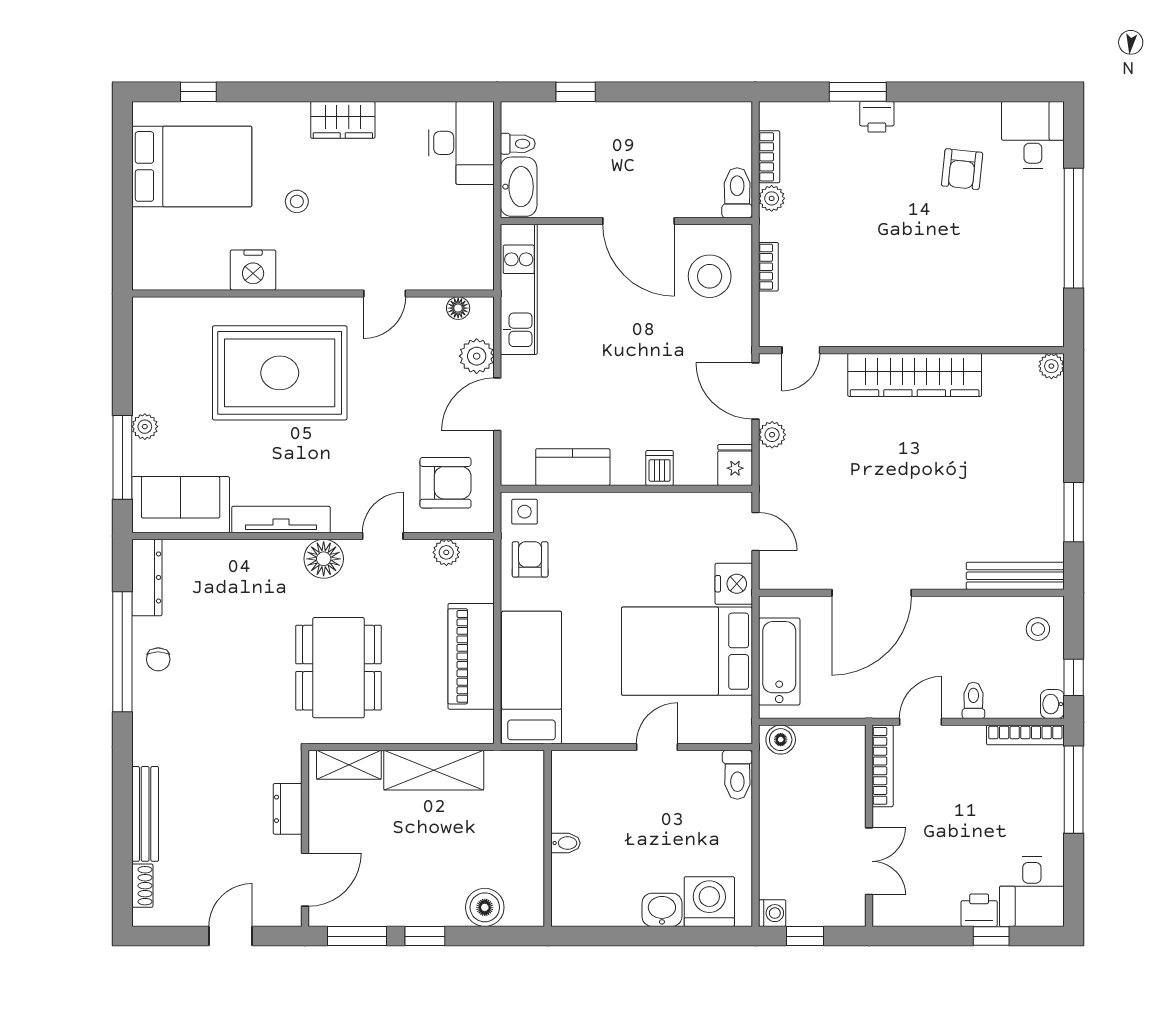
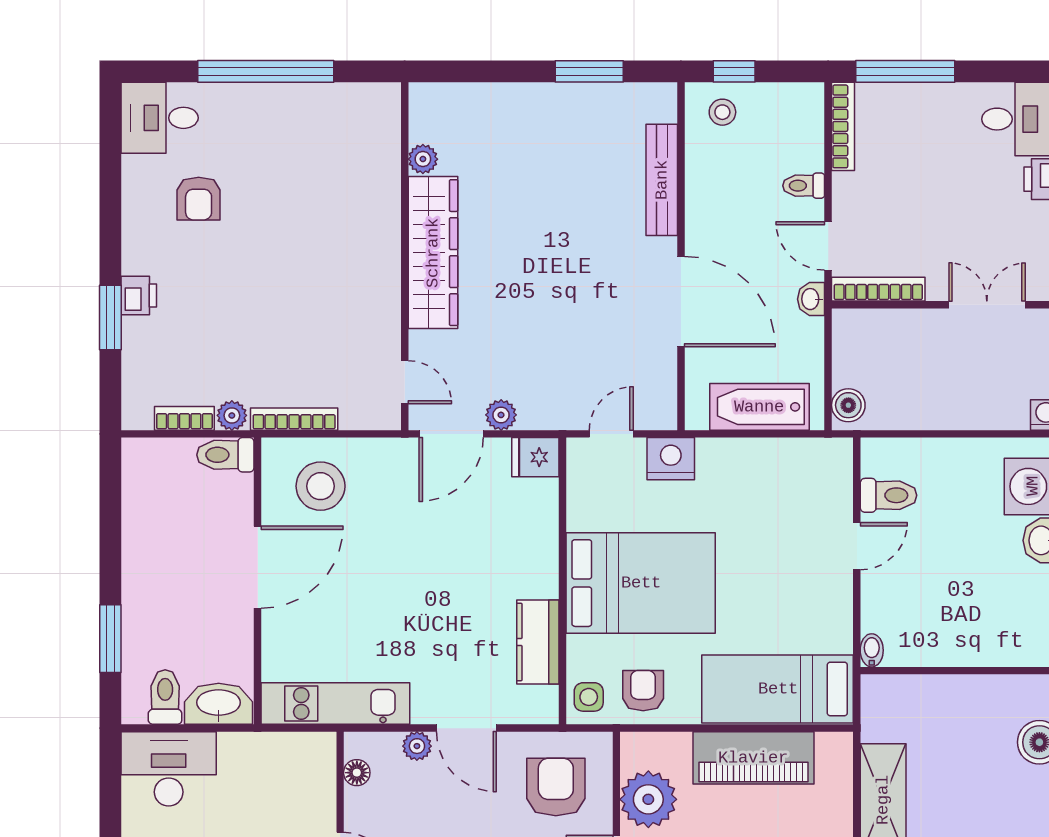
window: (576, 92) -> (110, 639), width x1.50
toilet: (518, 144) -> (165, 697), width x1.37, depth x1.39
armchair: (962, 169) -> (199, 199), turned 84
bookcase: (768, 267) -> (294, 419), width x1.56
plant: (477, 356) -> (417, 746), width x0.73, depth x0.73
plant: (1051, 366) -> (423, 159), moved
dishwasher: (660, 468) -> (539, 543), removed
plant: (446, 552) -> (648, 799), width x1.87, depth x1.87
armchair: (530, 559) -> (643, 691), turned 90
bench: (1015, 576) -> (662, 180), moved
bed: (687, 651) -> (641, 583), moved, turned -90
window: (1074, 677) -> (734, 71), moved
washbasin: (1052, 704) -> (811, 299), moved, turned 90
door: (657, 747) -> (857, 546), swing flipped
toilet: (737, 775) -> (888, 495), moved
bidet: (565, 843) -> (872, 650), moved

